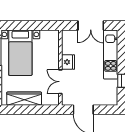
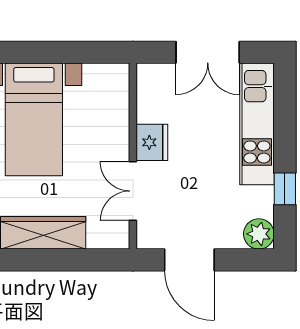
plant: (111, 99) -> (259, 234), added

